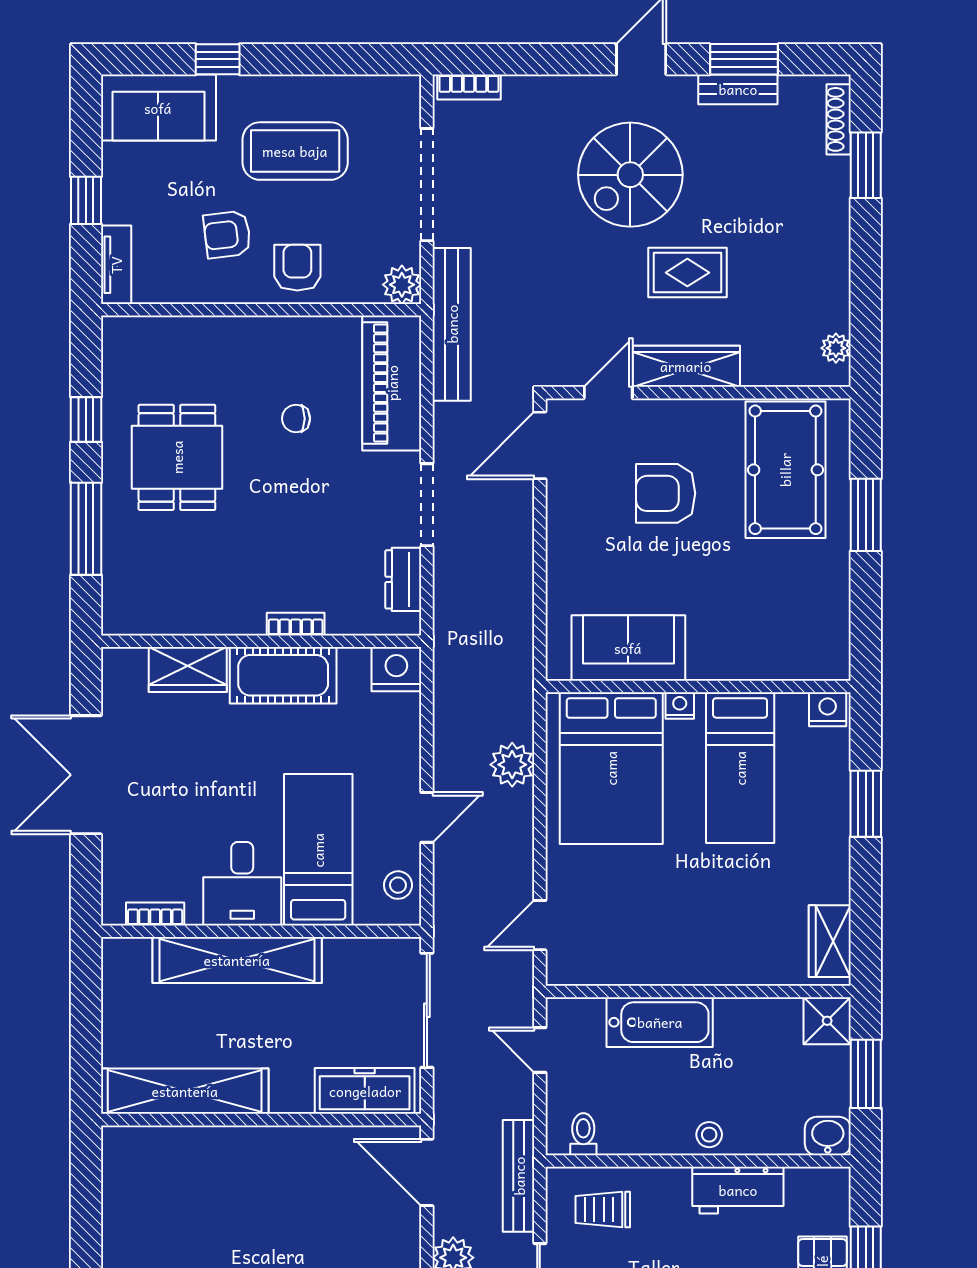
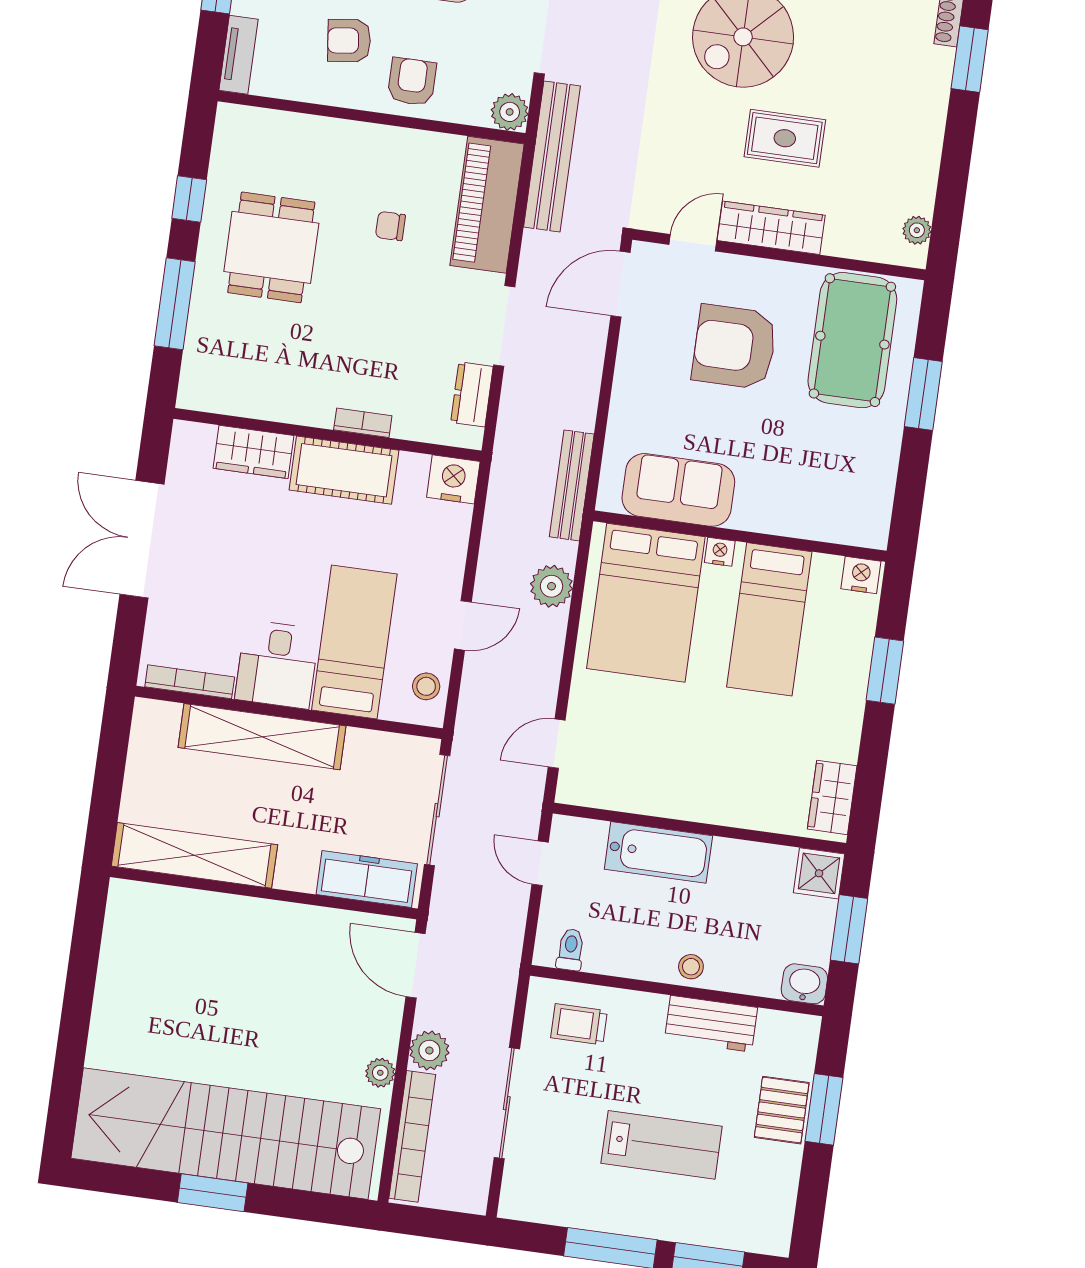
armchair: (666, 493) -> (734, 347), width x1.36, depth x1.36
bookcase: (155, 914) -> (190, 682), width x1.56
bench: (519, 1176) -> (572, 485), moved

